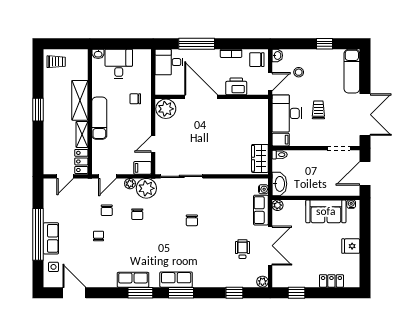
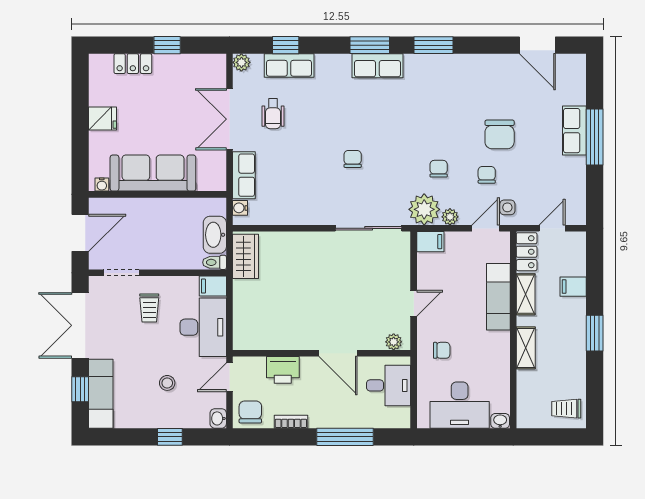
window: (325, 44) -> (170, 437), moved
chair: (257, 60) -> (250, 412), turned -90
desk: (169, 62) -> (389, 385), moved
desk: (119, 64) -> (460, 405), width x1.37
stool: (299, 72) -> (167, 383), moved
window: (365, 74) -> (80, 389), added
door: (201, 97) -> (338, 353), width x0.73
shelving: (80, 100) -> (526, 348), width x0.67, depth x0.75
plant: (166, 109) -> (394, 342), width x0.53, depth x0.53
trolley: (318, 110) -> (149, 308), moved
exam couch: (99, 118) -> (498, 297), moved
filing cabinet: (52, 139) -> (573, 287), added
door: (153, 144) -> (414, 303), moved
washbasin: (279, 184) -> (215, 235), moved
plant: (278, 205) -> (218, 183), removed
sofa: (326, 211) -> (153, 173), width x1.36
window: (38, 234) -> (595, 137), width x0.68
chair: (98, 236) -> (500, 134), width x1.87, depth x1.87
side table: (53, 267) -> (507, 207), moved
row of seats: (133, 280) -> (289, 65), moved
window: (297, 293) -> (167, 45), moved

